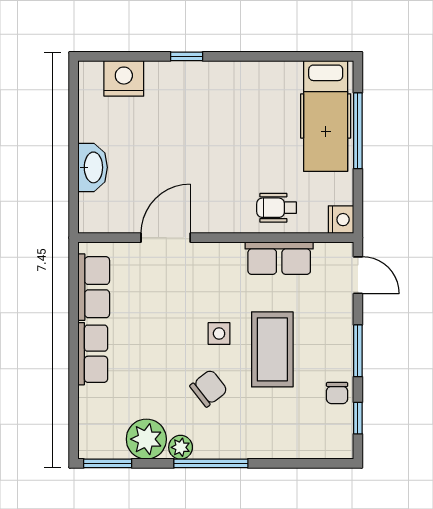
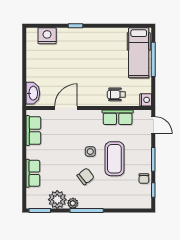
washbasin: (93, 167) -> (33, 93), moved
row of seats: (93, 354) -> (33, 173), moved

